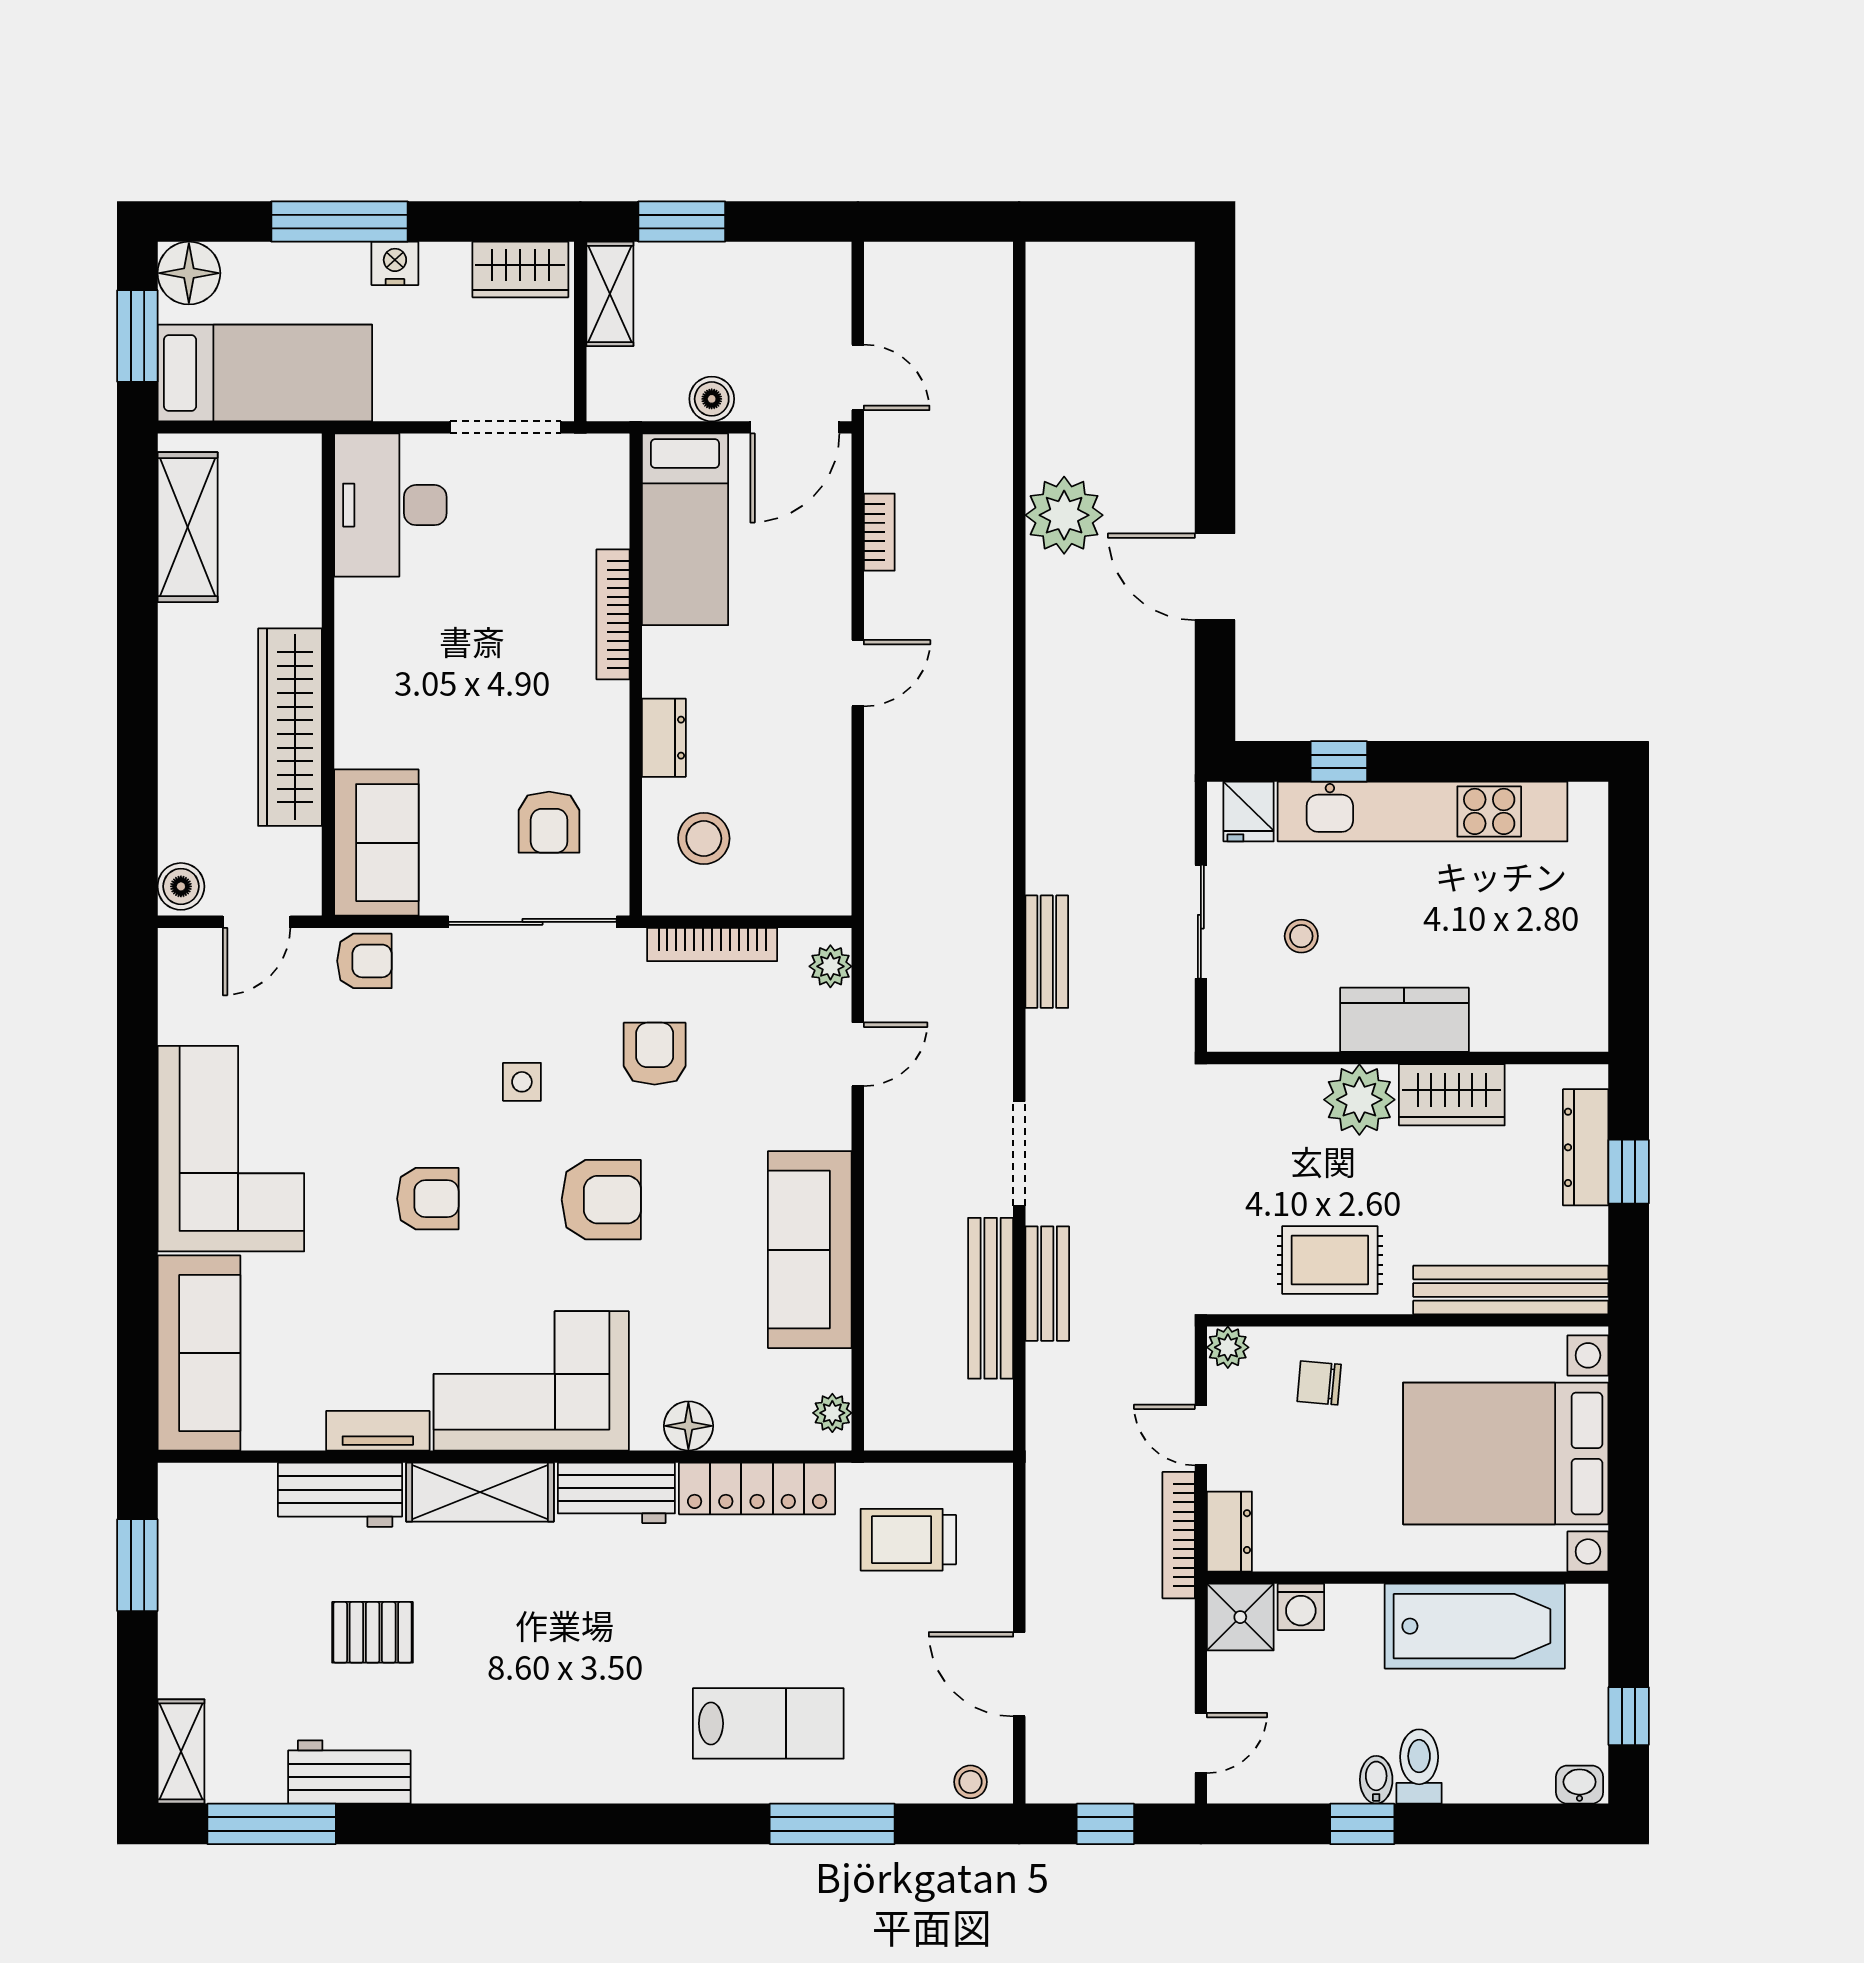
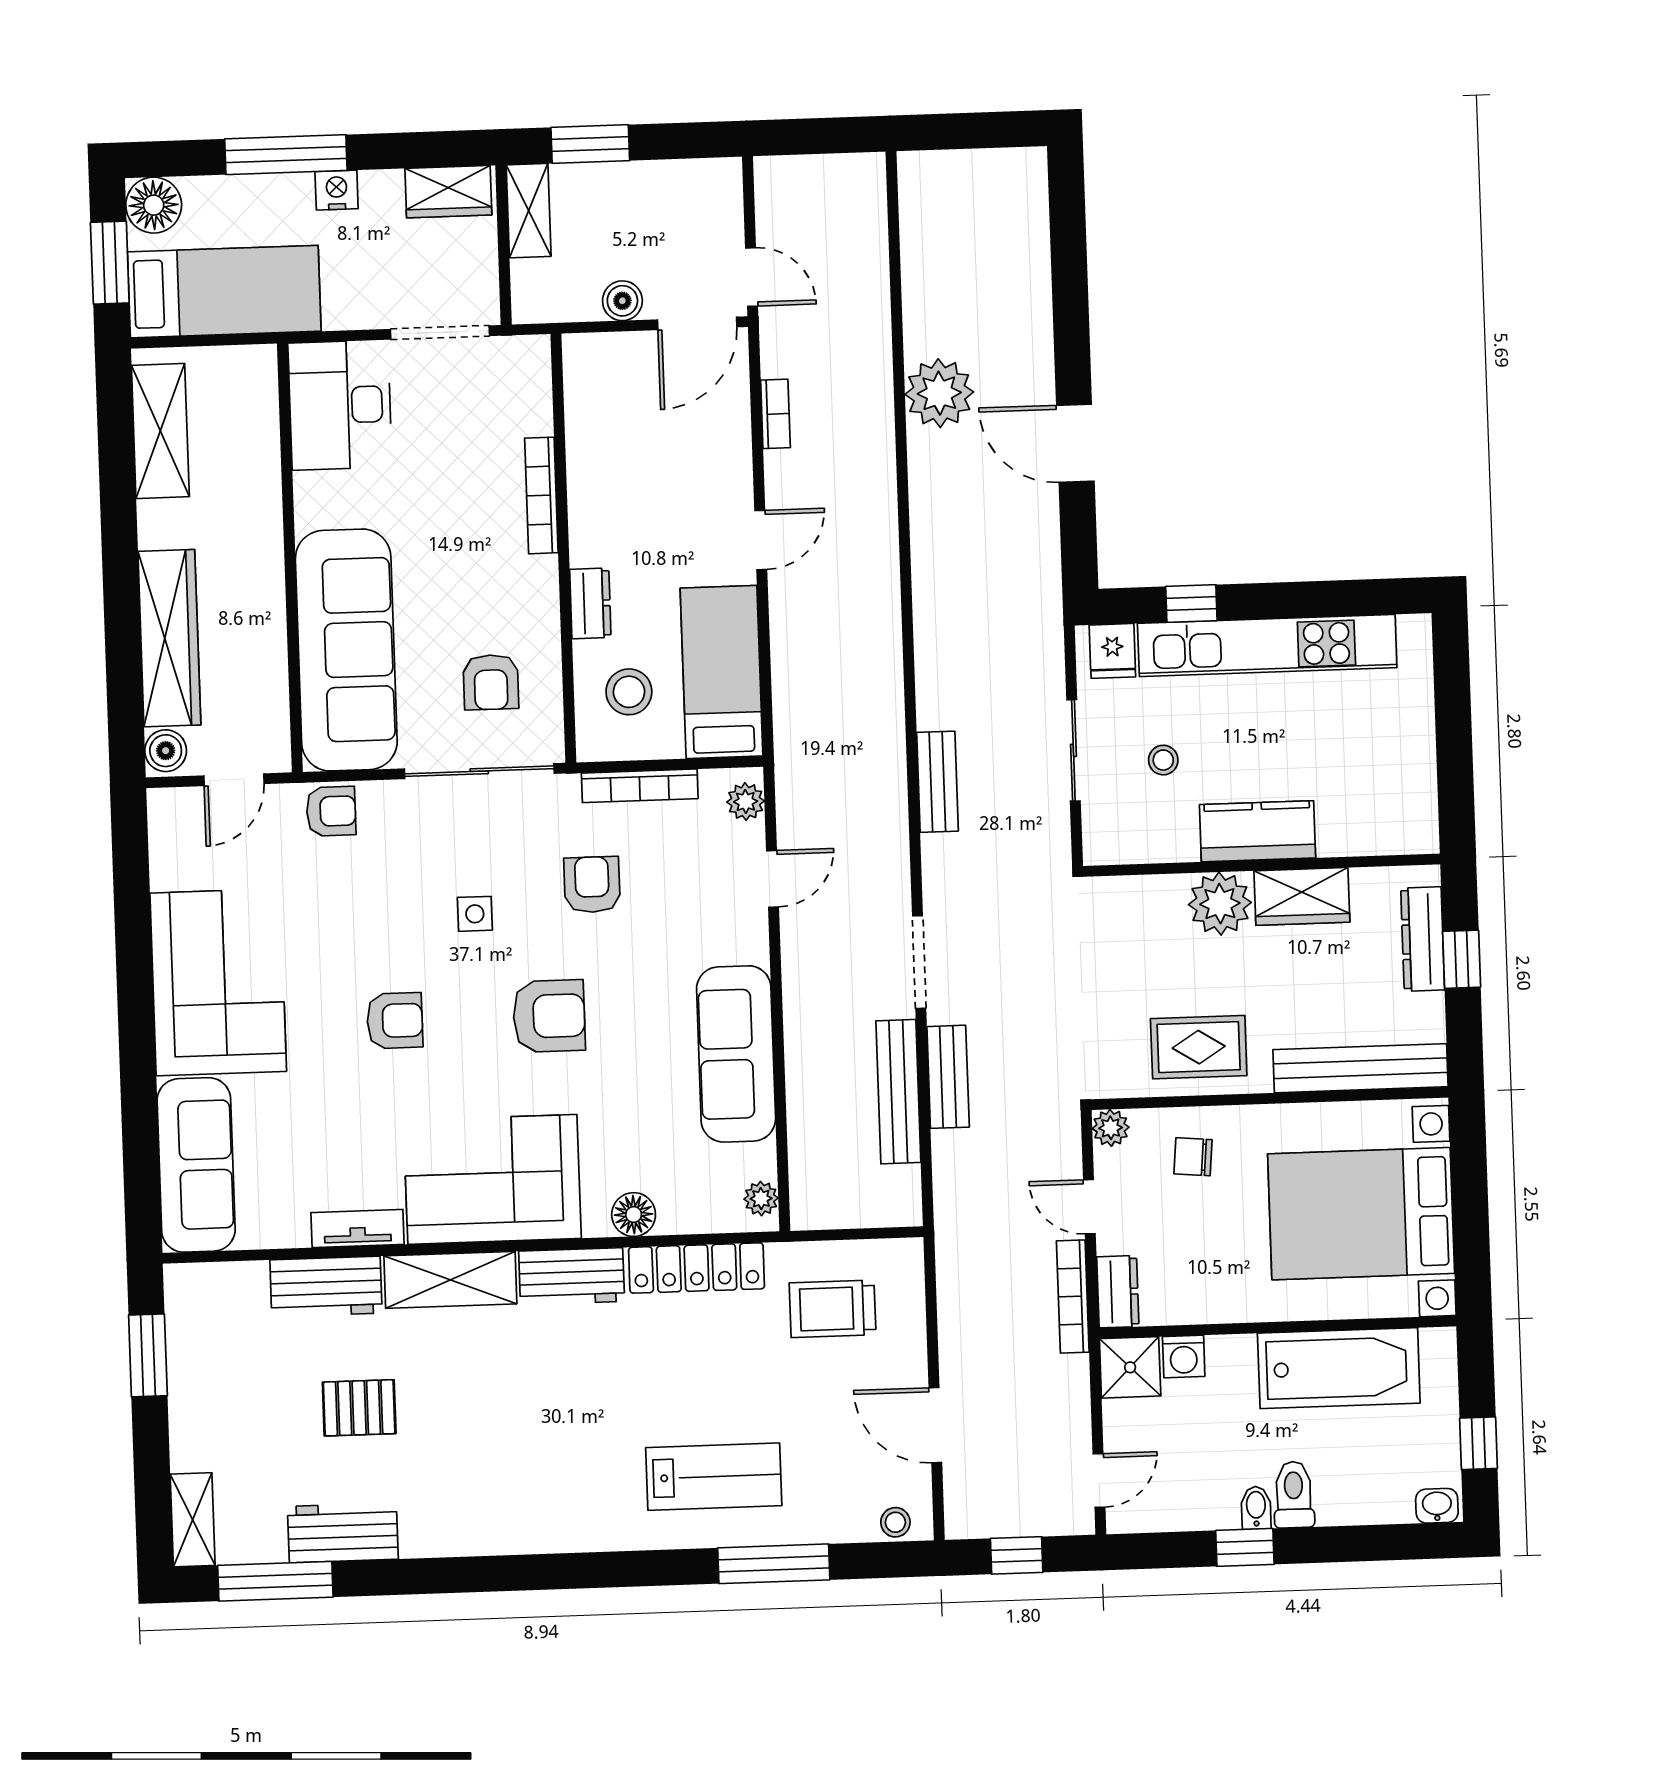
bed: (685, 529) -> (722, 672), moved, turned 180
wardrobe: (290, 727) -> (169, 638), moved, turned 180
sofa: (376, 843) -> (346, 650), width x1.85, depth x1.27

